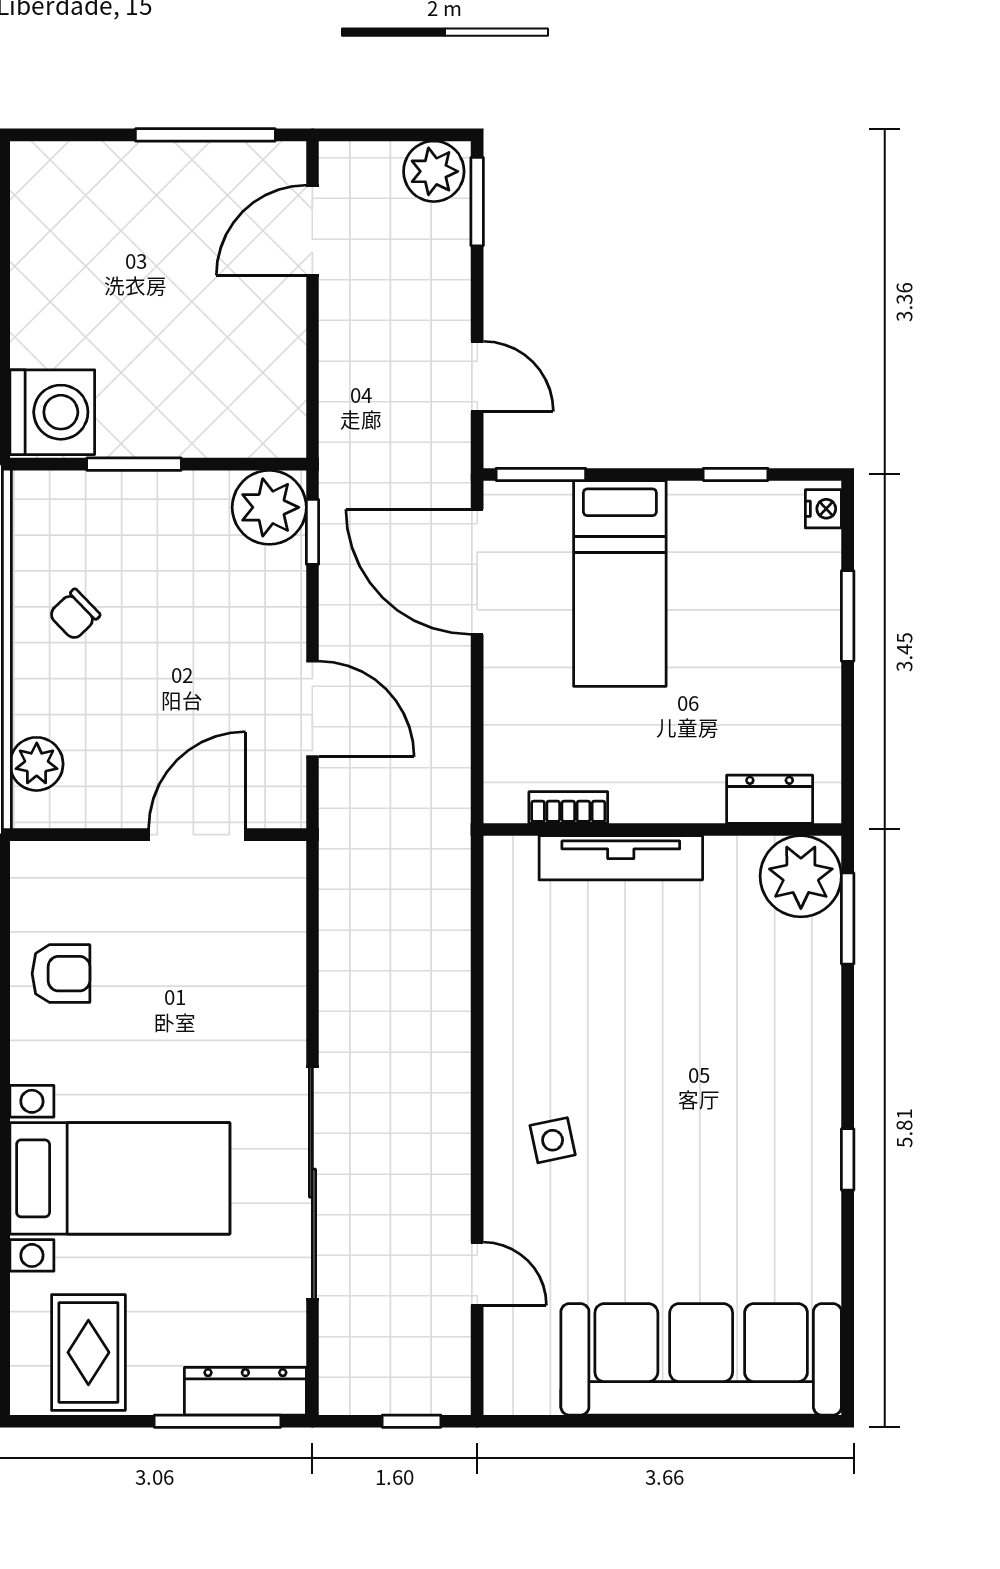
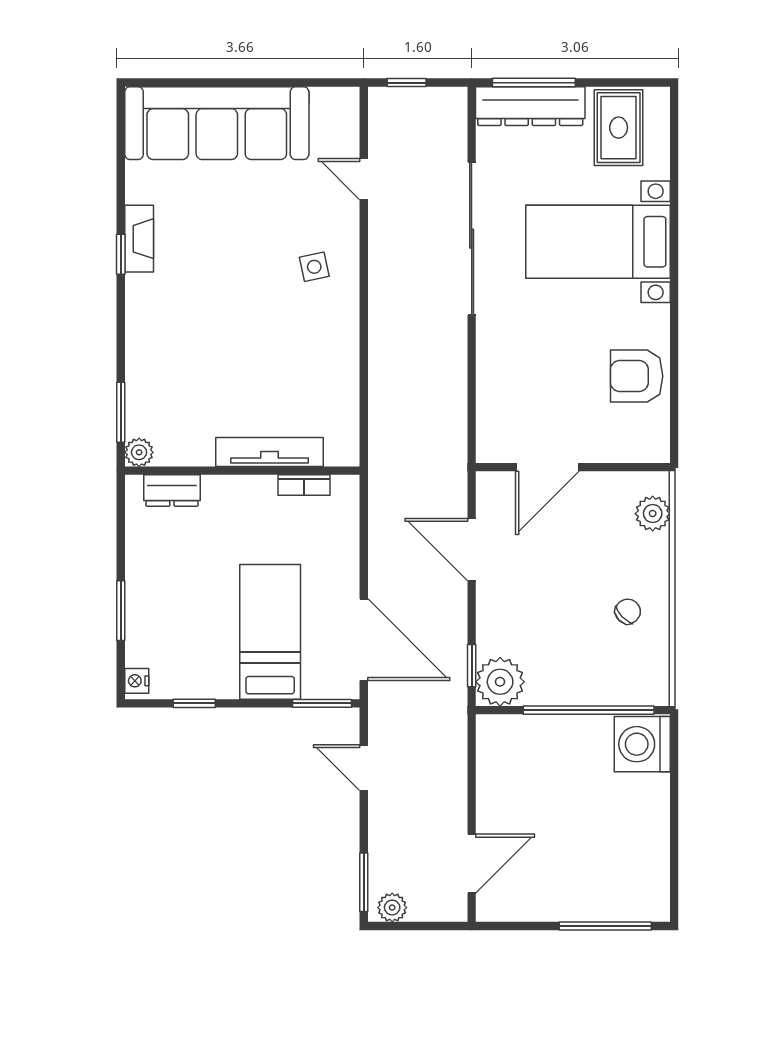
window: (205, 135) -> (605, 926), moved
plant: (434, 171) -> (392, 908), width x0.73, depth x0.73
window: (134, 464) -> (589, 710), width x2.11
plant: (801, 876) -> (139, 452), width x0.53, depth x0.53
armchair: (61, 974) -> (637, 376), width x1.38, depth x1.38
fireplace: (820, 1183) -> (139, 239), added
dresser: (245, 1391) -> (530, 106), width x1.37, depth x1.24

